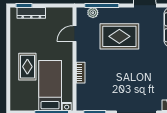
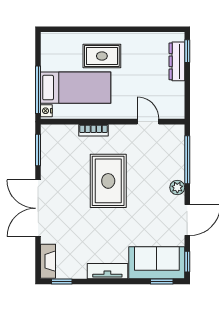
plant: (93, 13) -> (177, 187), moved
rug: (119, 36) -> (108, 181), moved

